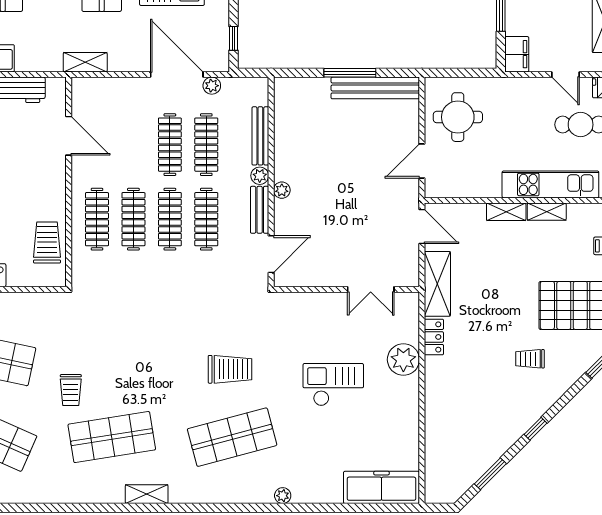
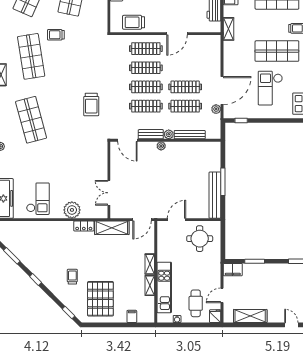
shelving: (85, 62) -> (229, 29), moved
door: (69, 136) -> (177, 34), moved
door: (422, 161) -> (176, 220), hinge flipped
trolley: (47, 243) -> (134, 22), turned 180
trolley: (230, 369) -> (91, 104), moved
checkout: (333, 385) -> (38, 199), moved

